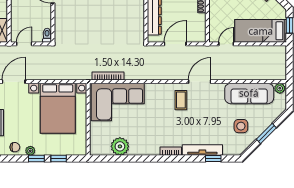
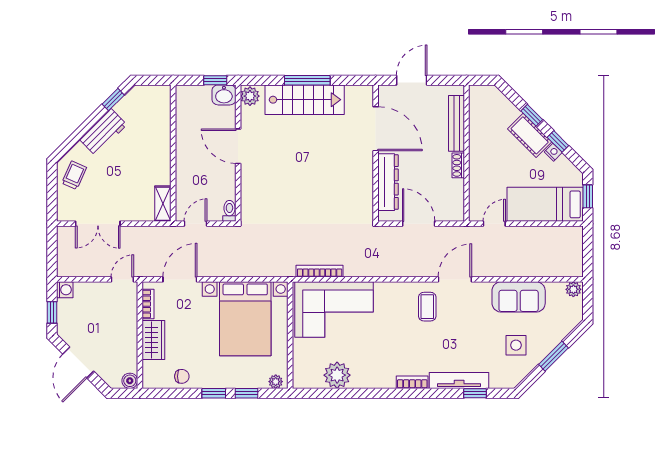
door: (175, 44) -> (419, 224), hinge flipped
sofa: (249, 93) -> (519, 297), width x0.73
plant: (30, 151) -> (276, 382), moved

